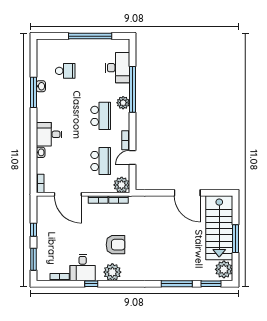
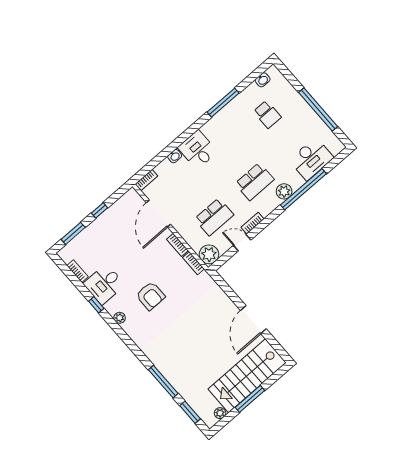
washbasin: (41, 86) -> (263, 80), moved
plant: (224, 269) -> (220, 413), width x0.53, depth x0.53
plant: (112, 272) -> (120, 318), width x0.53, depth x0.53

